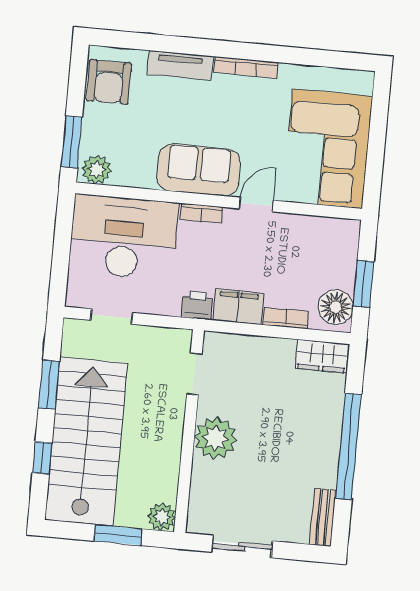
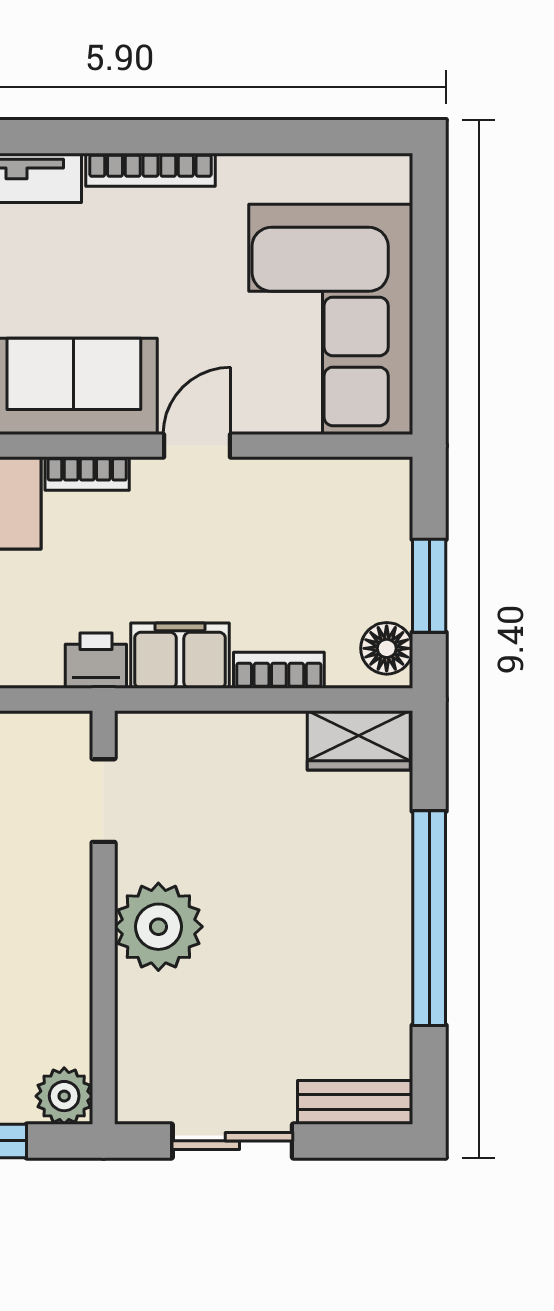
floor lamp: (336, 307) -> (387, 648), width x0.73, depth x0.73
bench: (323, 517) -> (355, 1102), moved, turned 90

